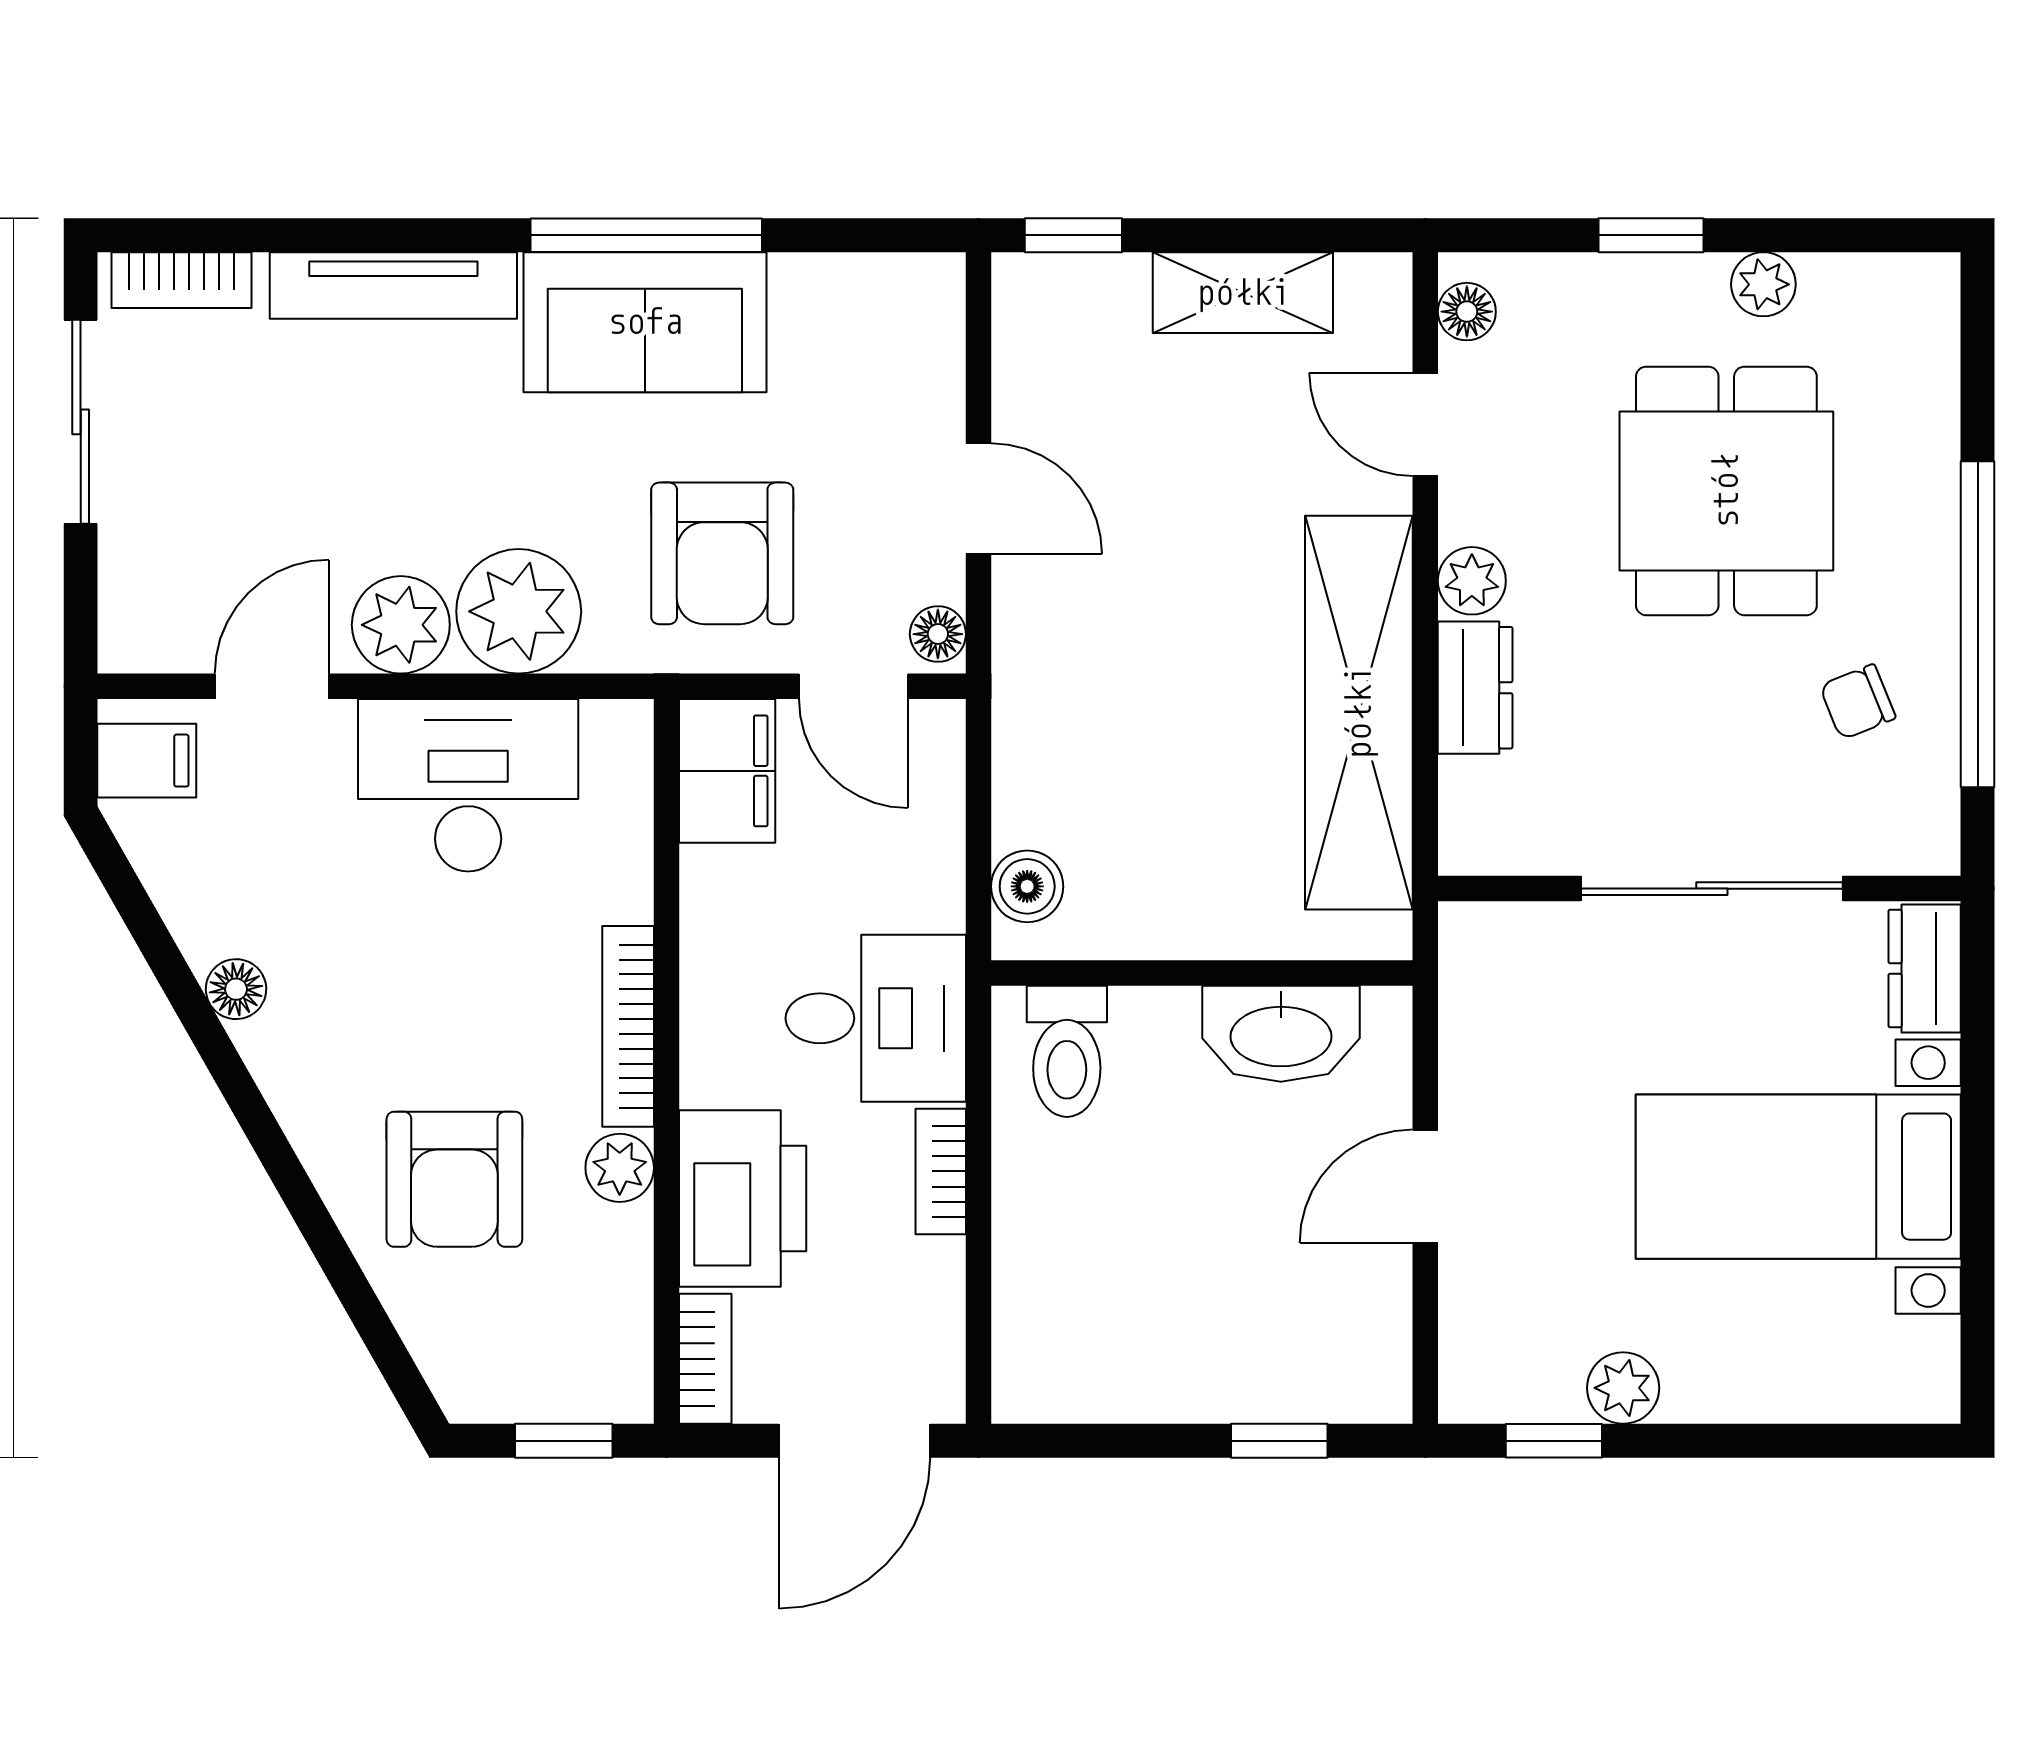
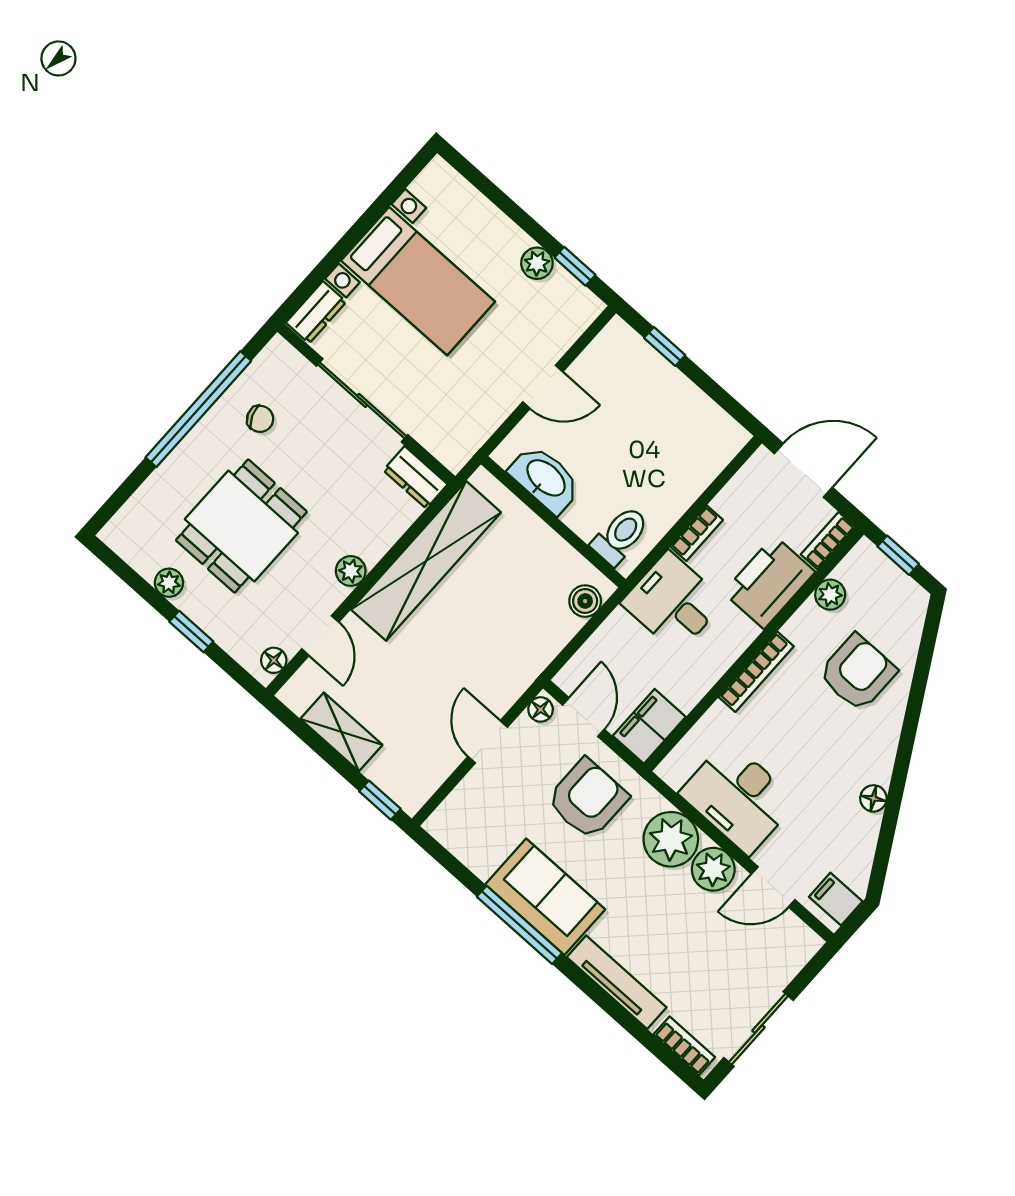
dresser: (1475, 688) -> (415, 477), moved, turned -90
plant: (620, 1168) -> (830, 595), moved

